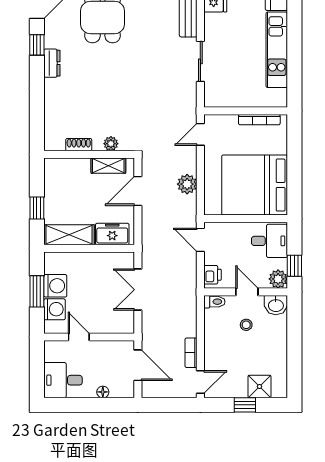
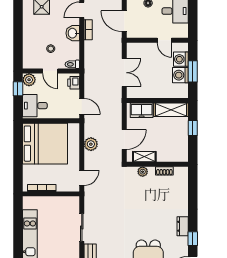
washbasin: (276, 305) -> (73, 33), moved, turned -90

